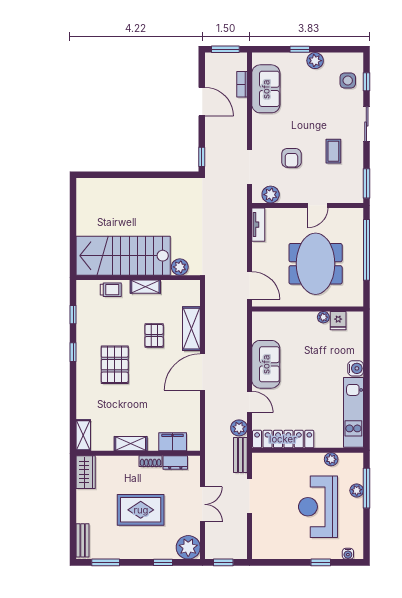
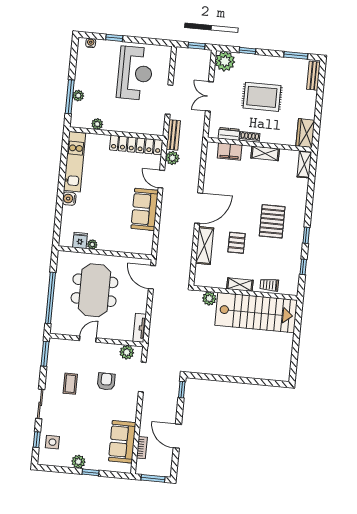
reception desk: (318, 507) -> (135, 73), moved

